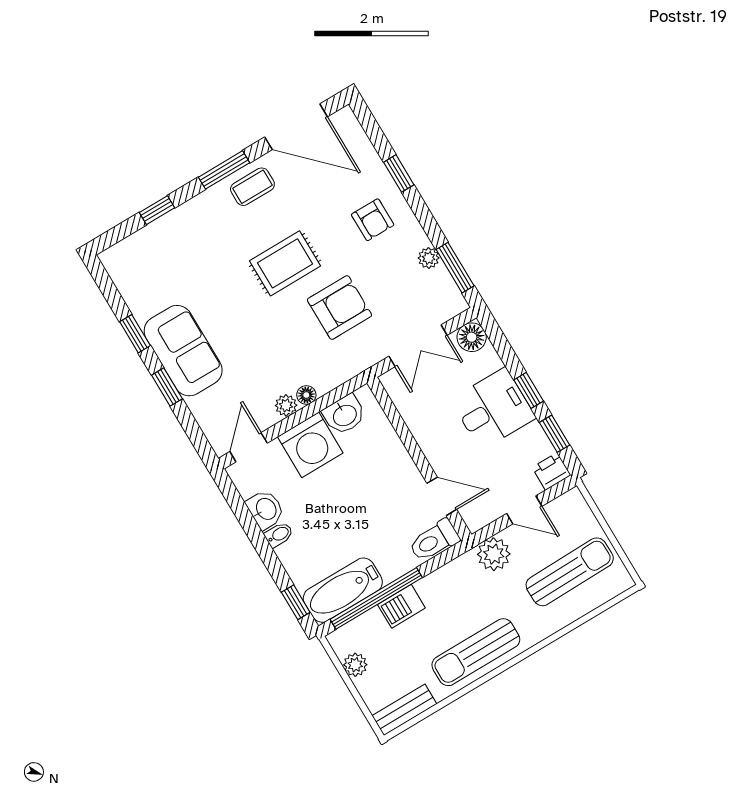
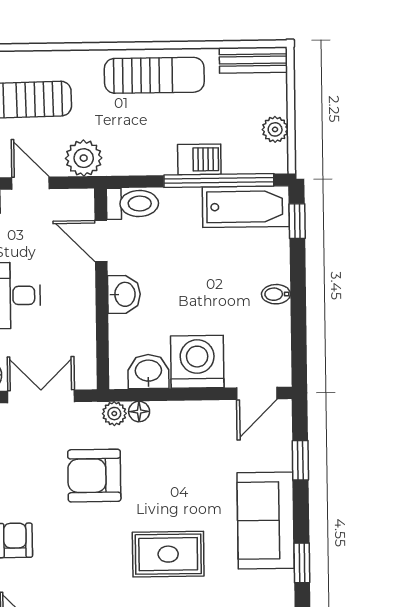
rug: (285, 263) -> (168, 554), moved
window: (167, 387) -> (300, 460), moved
floor lamp: (306, 395) -> (139, 412), moved
plant: (286, 405) -> (114, 414), moved
washbasin: (265, 509) -> (124, 294), moved, turned 180

